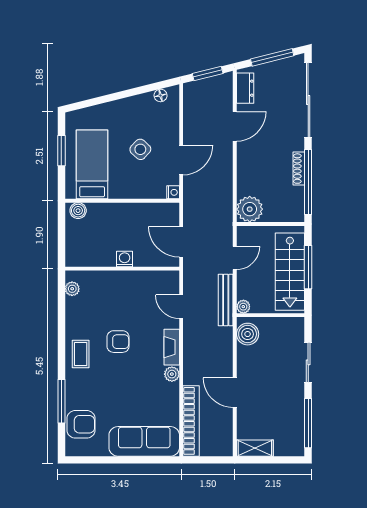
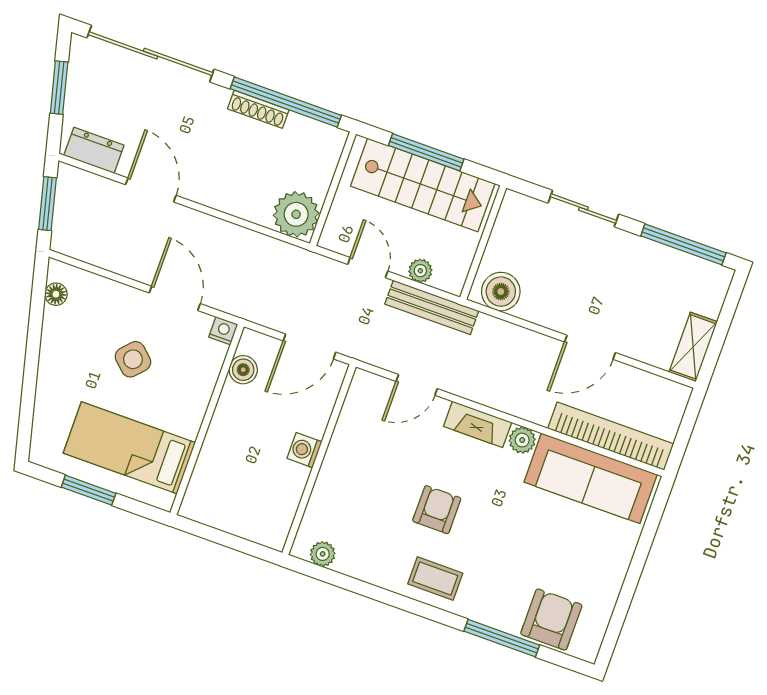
window: (272, 57) -> (59, 88), width x0.69
boiler: (78, 211) -> (243, 370), moved
plant: (243, 307) -> (420, 271), moved
sofa: (144, 441) -> (591, 478), moved, turned -90

